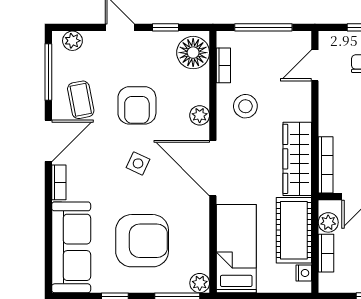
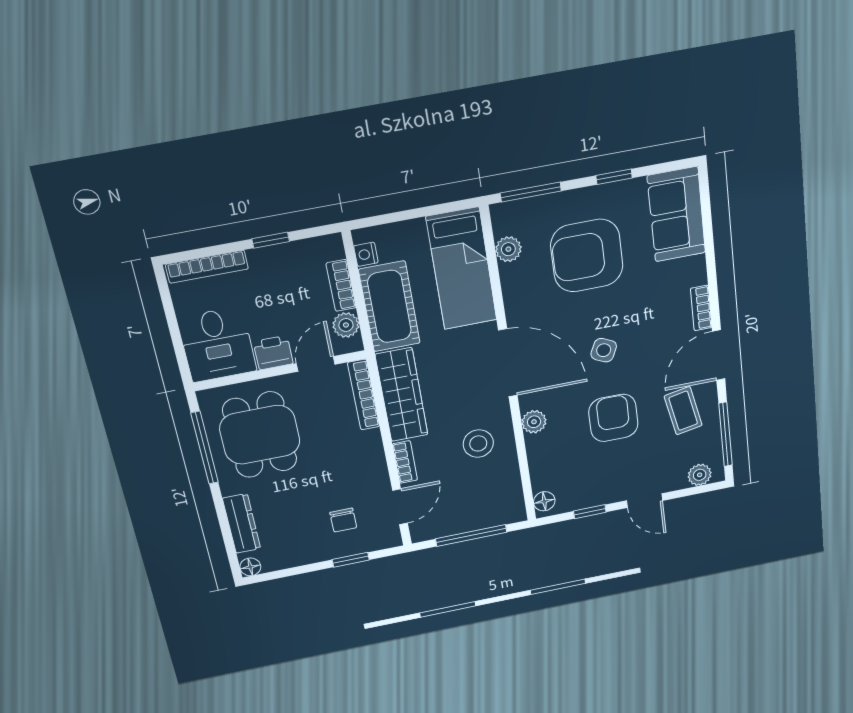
floor lamp: (193, 53) -> (544, 501), width x0.53, depth x0.53
bookcase: (223, 65) -> (405, 462), moved, turned 180
sofa: (71, 247) -> (676, 214), width x0.73
plant: (200, 283) -> (508, 249), moved

